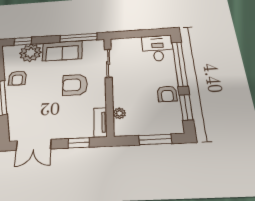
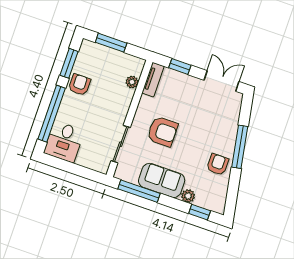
plant: (30, 53) -> (188, 196), width x0.53, depth x0.53

